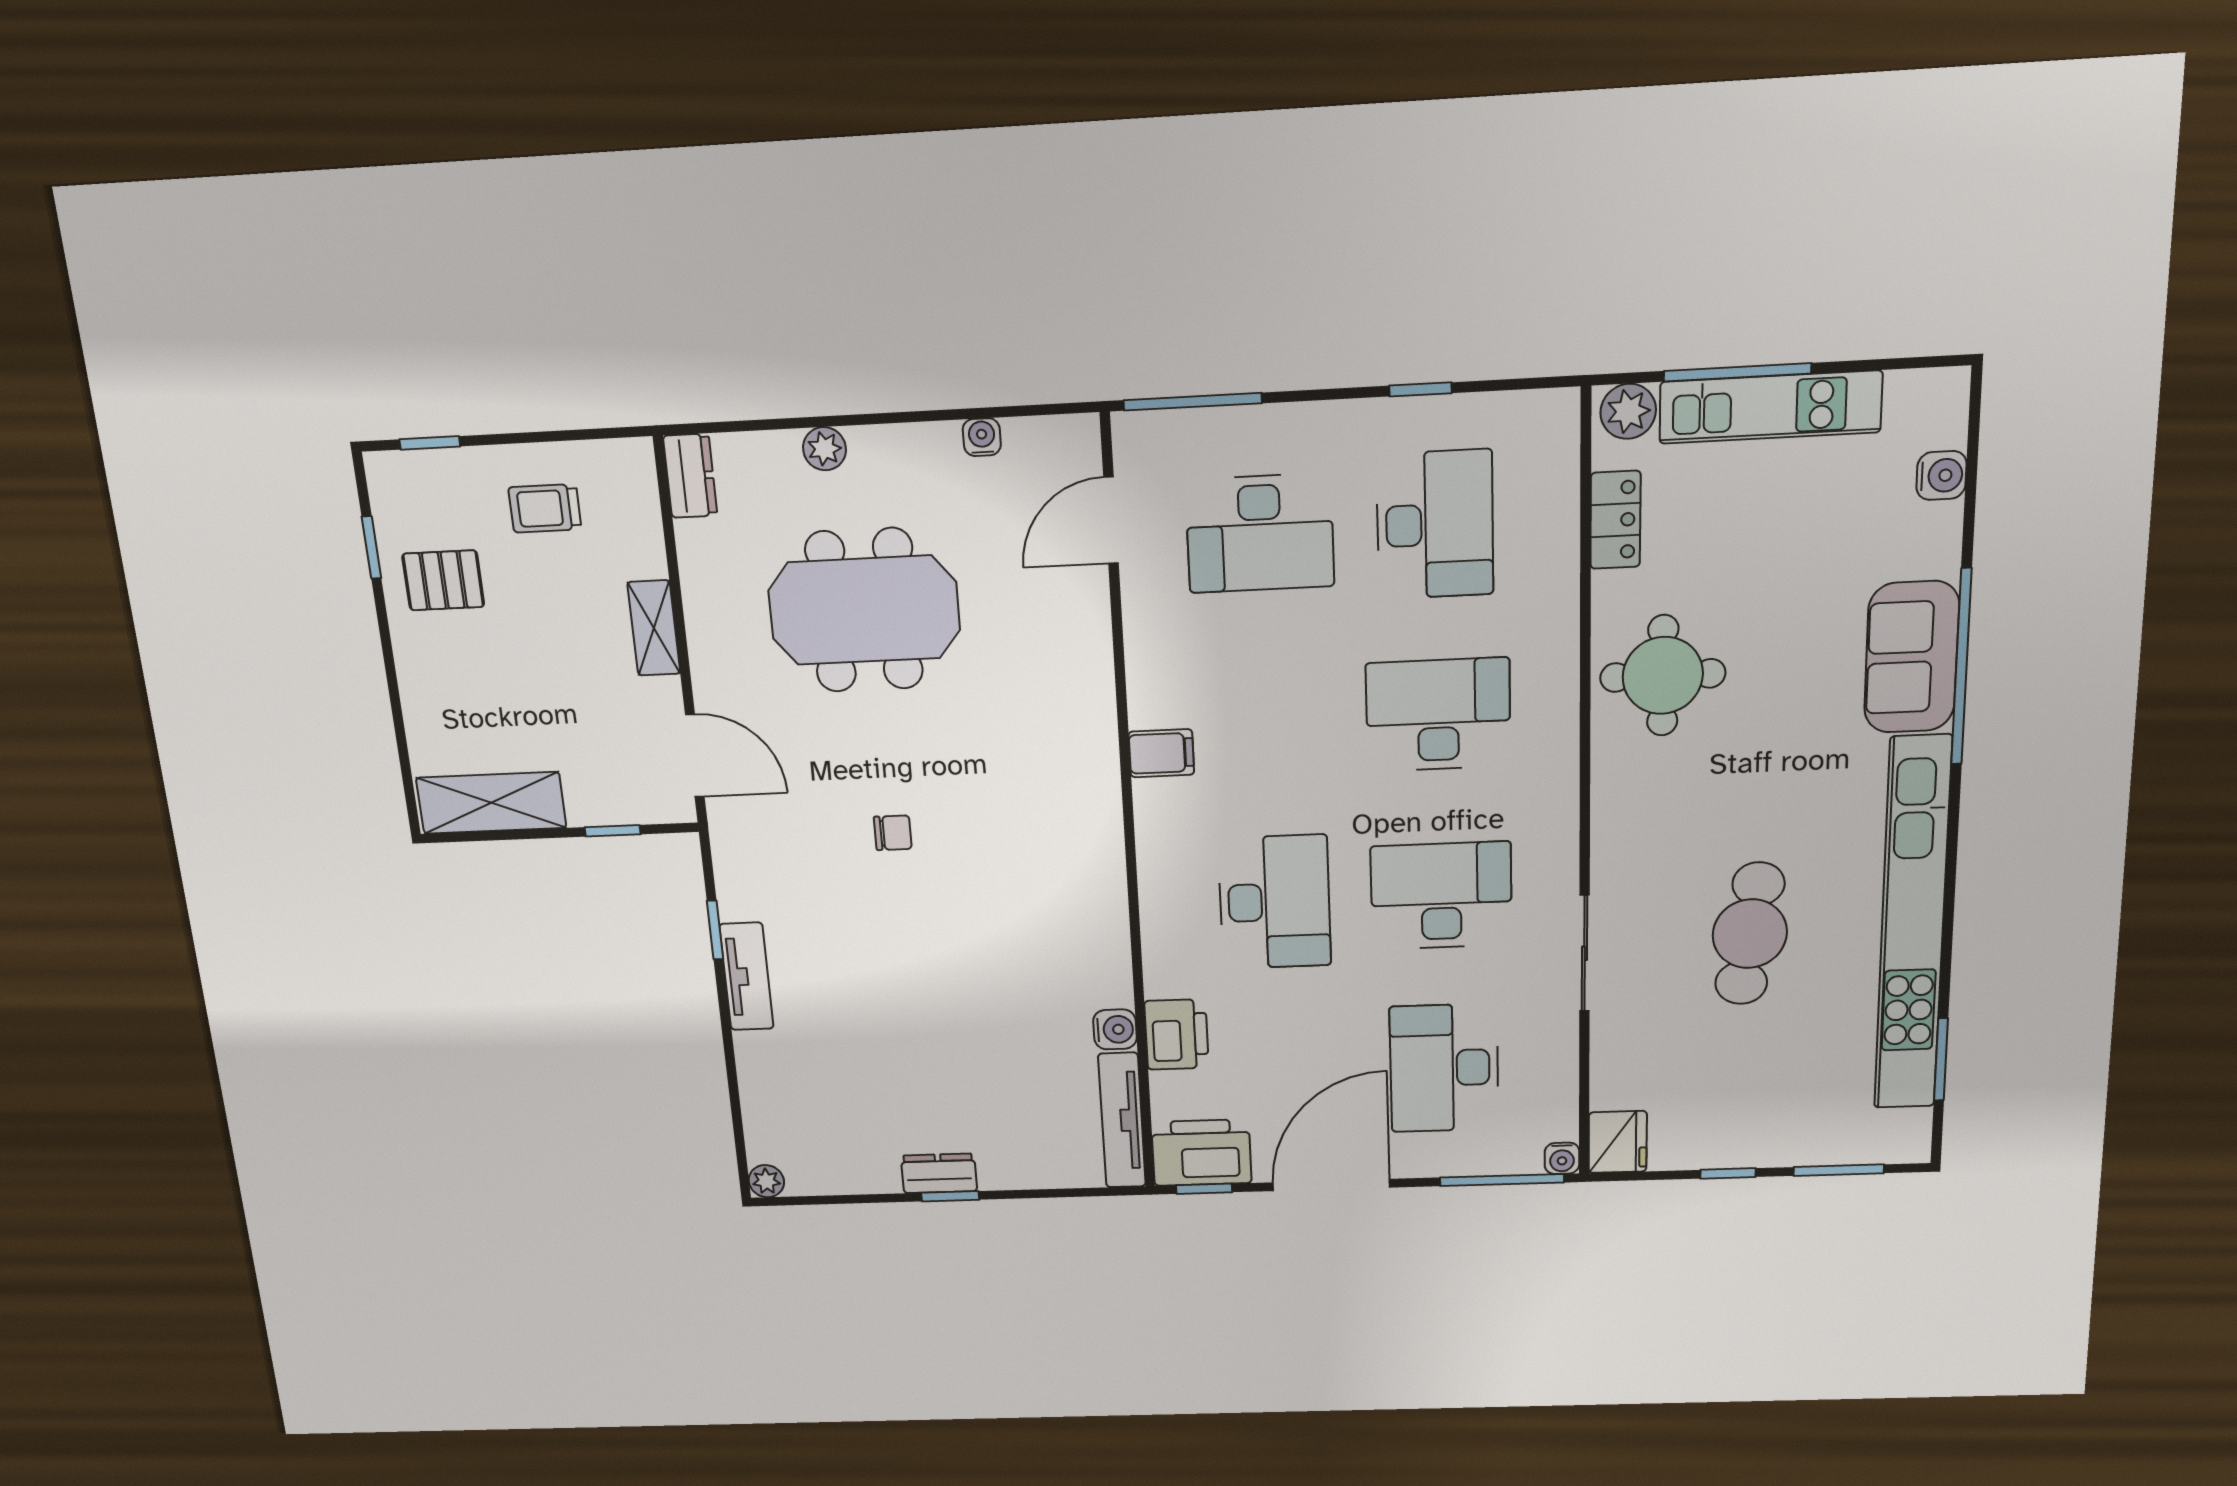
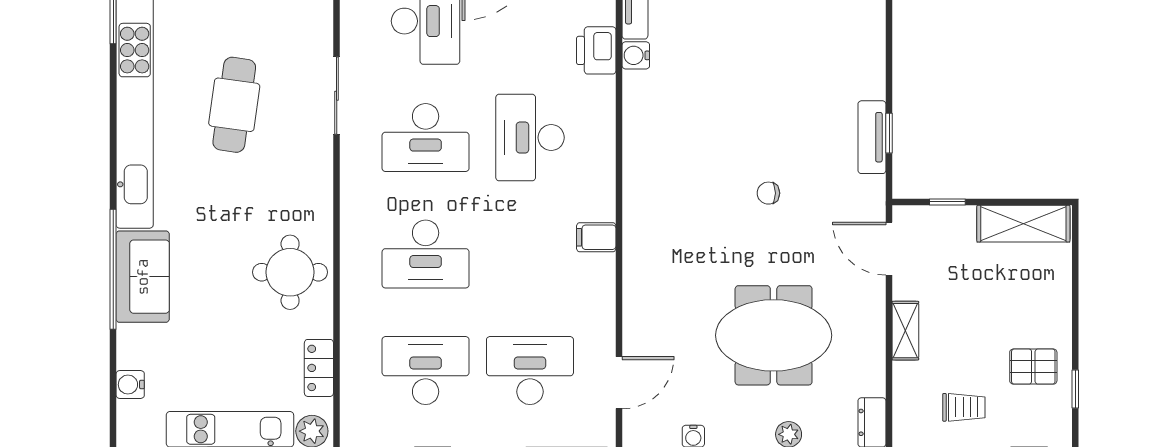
desk: (1435, 525) -> (426, 370), turned 90
tv unit: (747, 976) -> (872, 137), moved

